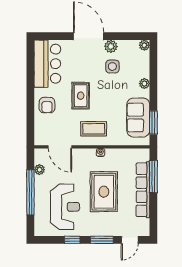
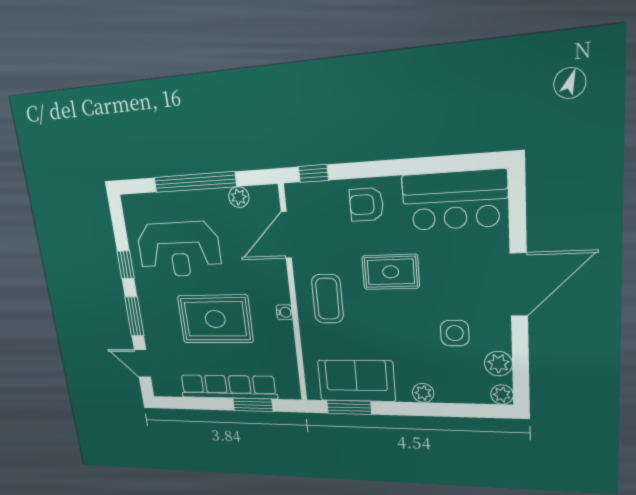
plant: (111, 46) -> (498, 364), moved
window: (30, 130) -> (313, 173), added
window: (153, 177) -> (253, 405), width x0.69

